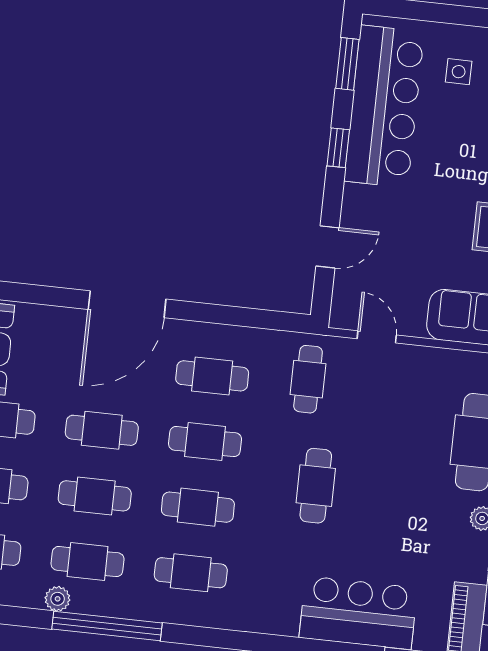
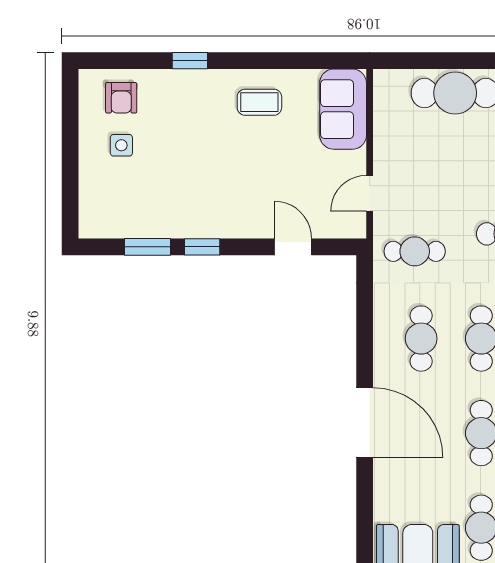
window: (347, 64) -> (147, 247), moved
bar counter: (384, 106) -> (160, 209), removed

